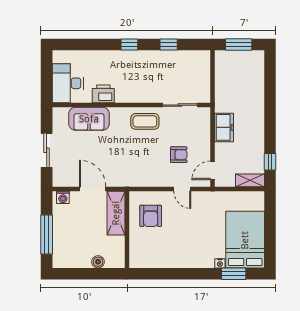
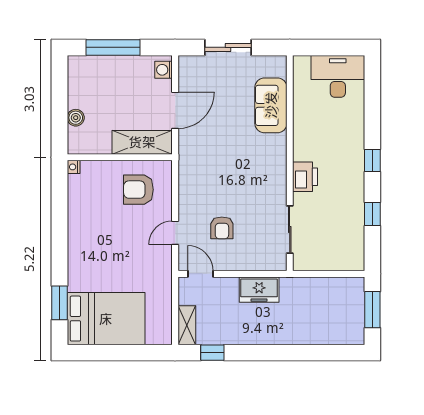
desk: (68, 83) -> (338, 76), moved
printer: (103, 94) -> (305, 177), moved
coffee table: (145, 121) -> (267, 182), removed
nightstand: (220, 263) -> (74, 167), moved

